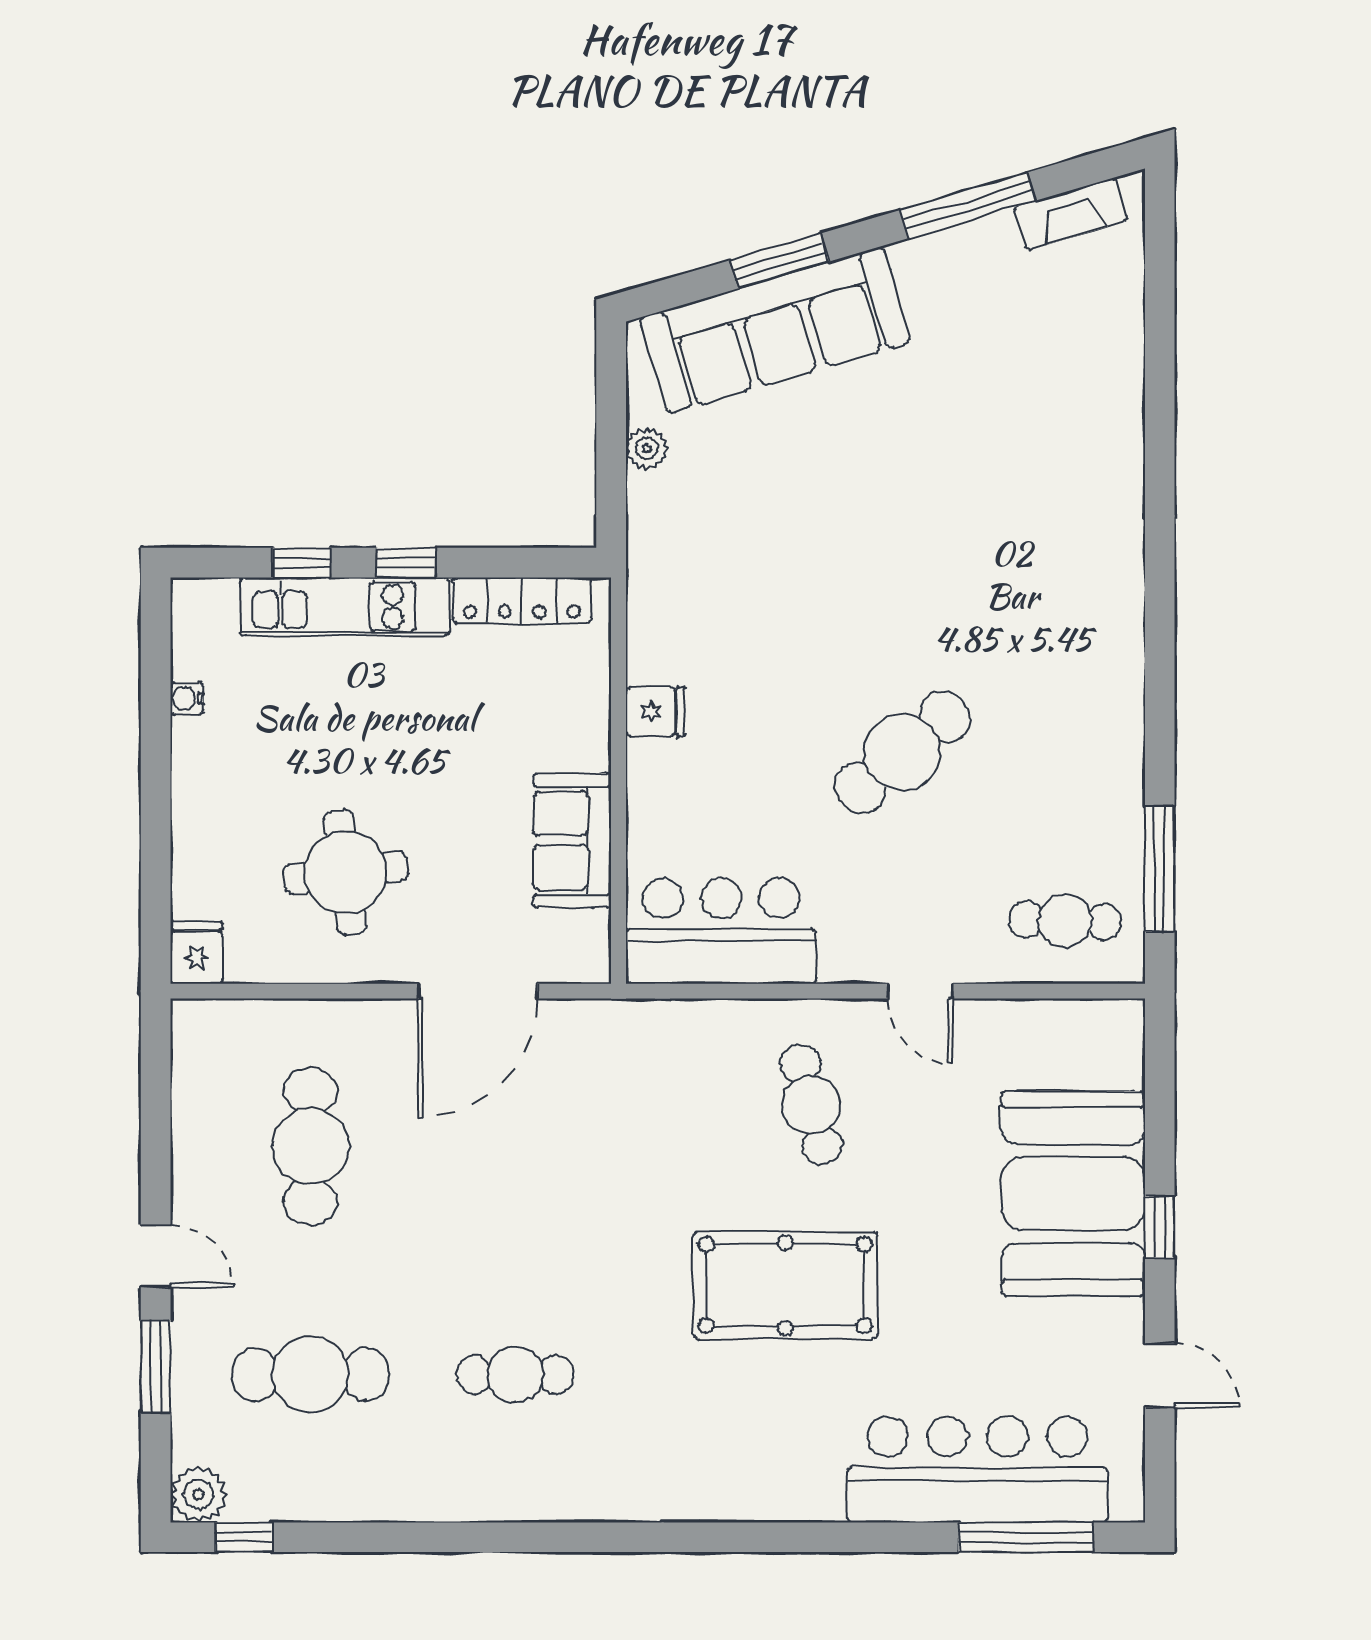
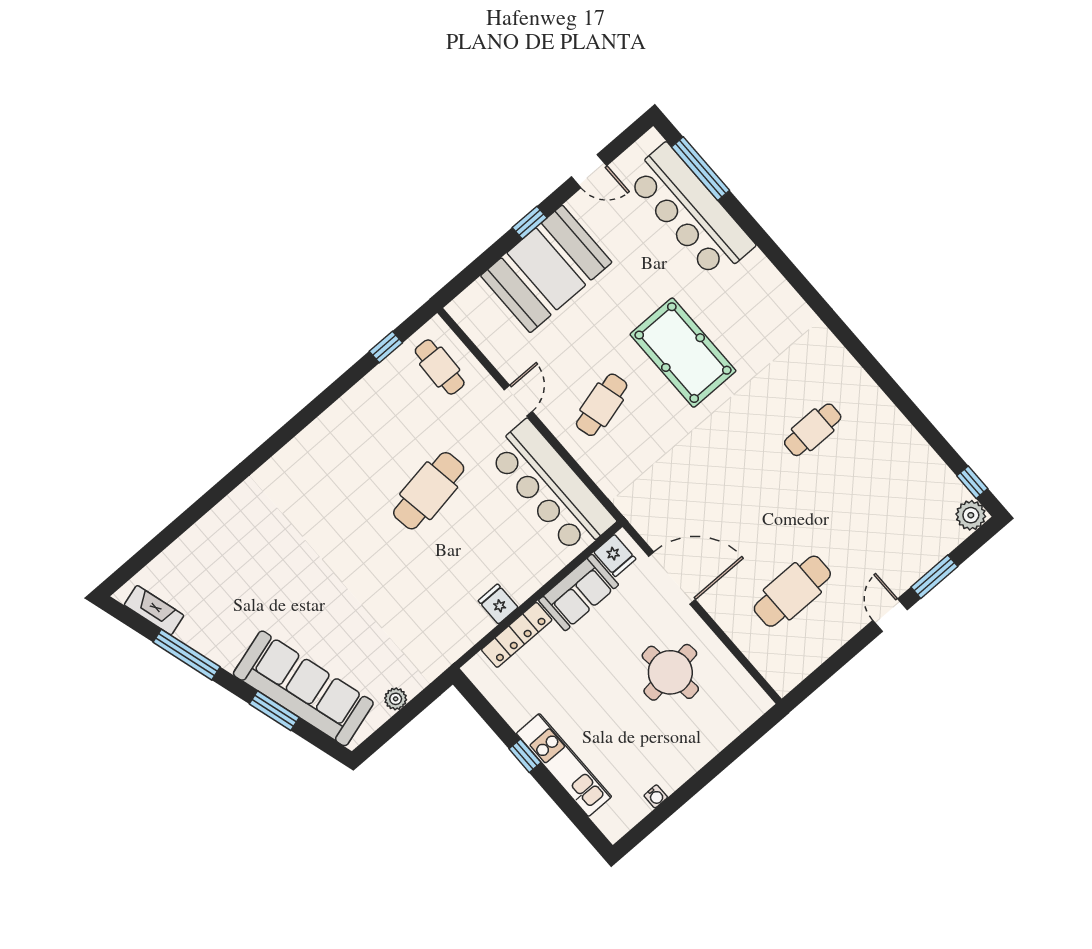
window: (302, 563) -> (561, 797), removed
locker: (522, 600) -> (517, 635), moved, turned 90
cafe table: (902, 752) -> (429, 491), turned -59
window: (1160, 869) -> (386, 347), width x0.46
bar counter: (721, 931) -> (551, 488), width x1.36
fridge: (196, 953) -> (615, 556), moved, turned -90
cafe table: (310, 1375) -> (884, 512), removed
cafe table: (515, 1375) -> (813, 430), turned 90
door: (1160, 1375) -> (589, 171), swing flipped

